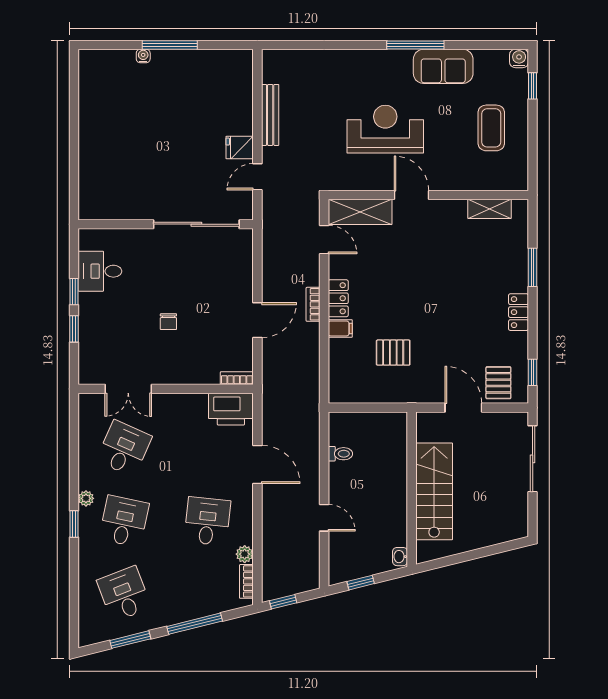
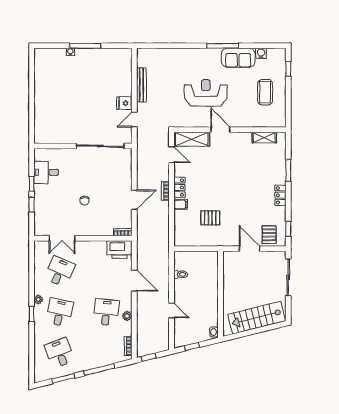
water cooler: (519, 58) -> (261, 53), moved
stairs: (434, 491) -> (257, 318), moved, turned -104
plant: (245, 554) -> (127, 316), moved

